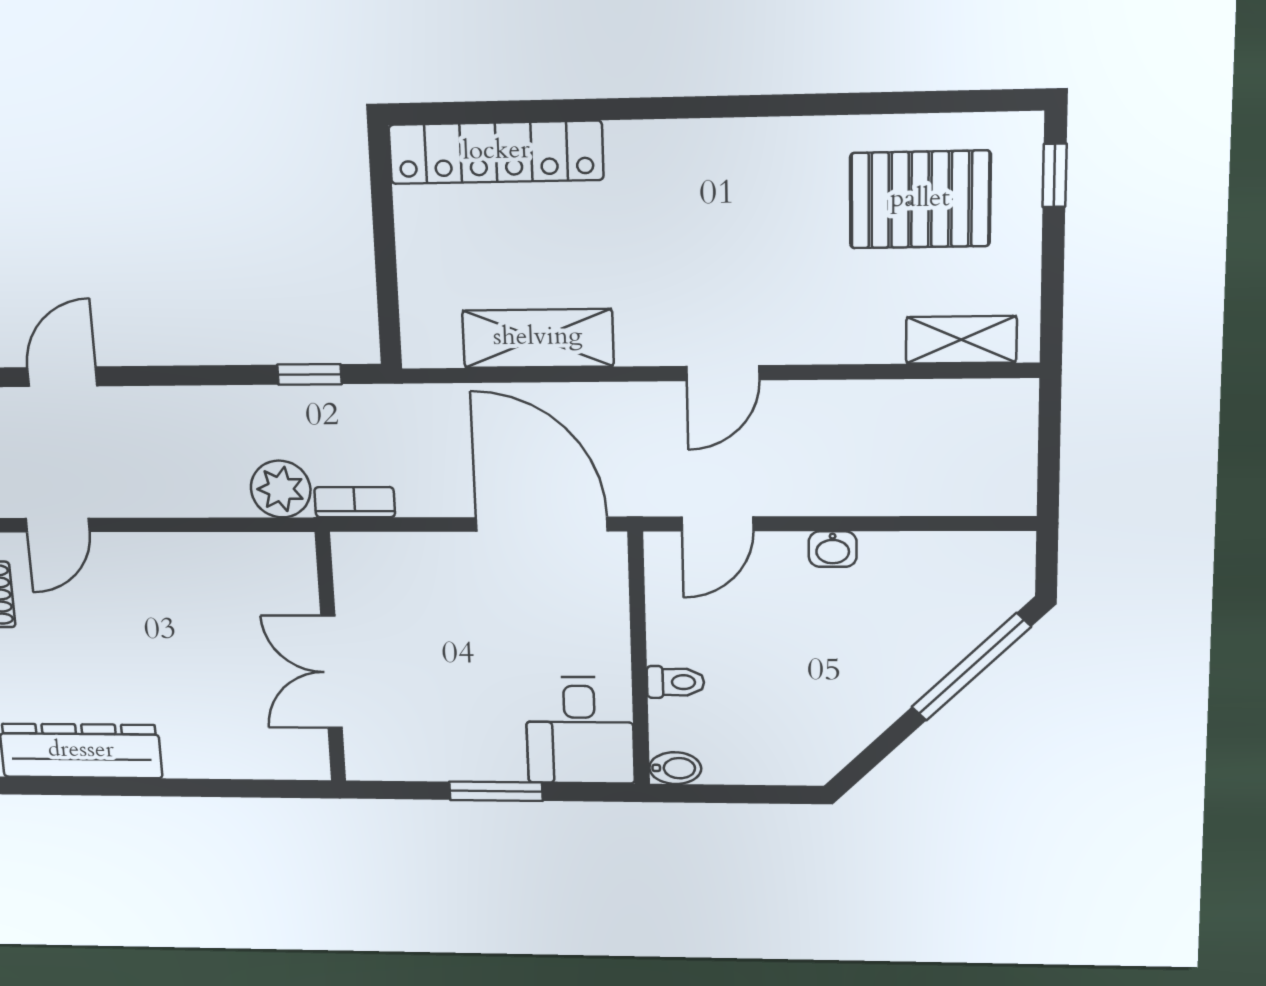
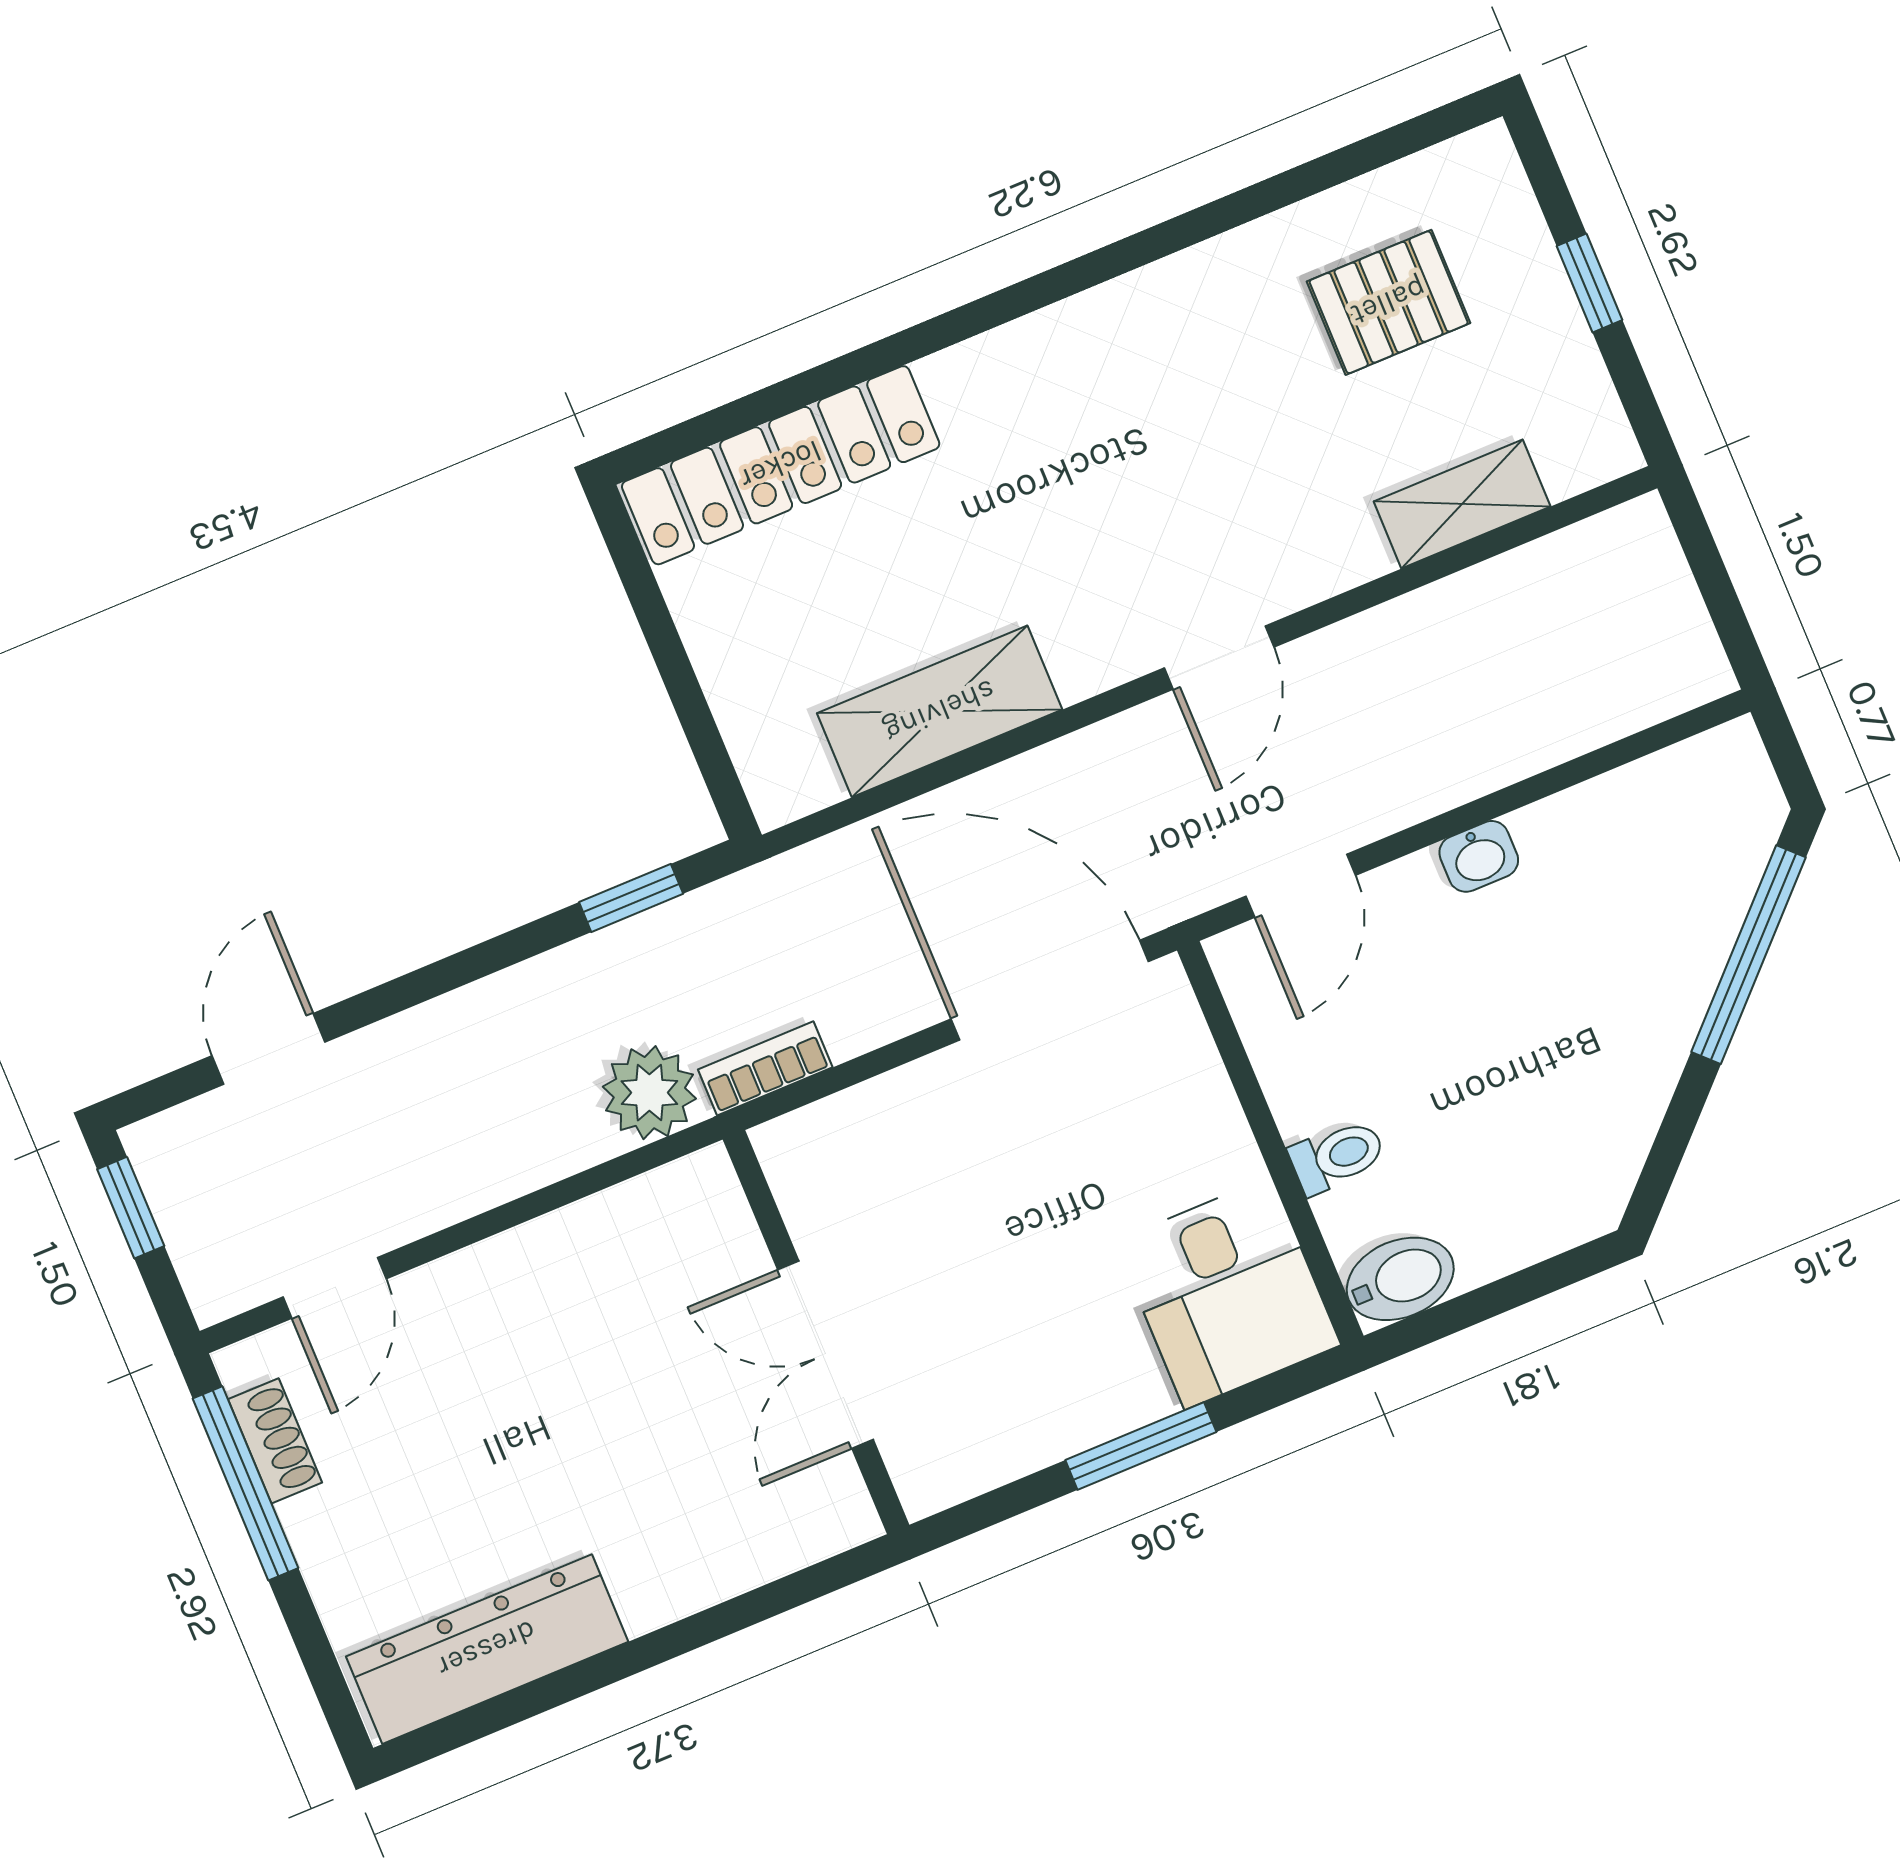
window: (1055, 175) -> (1589, 283), moved
pallet: (920, 200) -> (1389, 302), width x0.67, depth x0.71
shelving: (961, 340) -> (1462, 504), moved
bidet: (675, 768) -> (1400, 1279), width x1.38, depth x1.36

